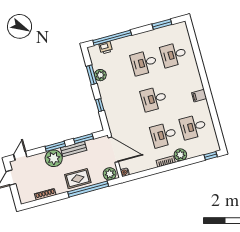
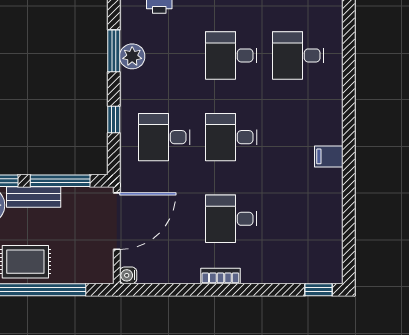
desk: (193, 127) -> (164, 137), moved
window: (83, 139) -> (60, 181), width x1.44
door: (113, 150) -> (117, 221), hinge flipped
plant: (180, 155) -> (255, 270), removed
plant: (110, 174) -> (95, 270), removed

